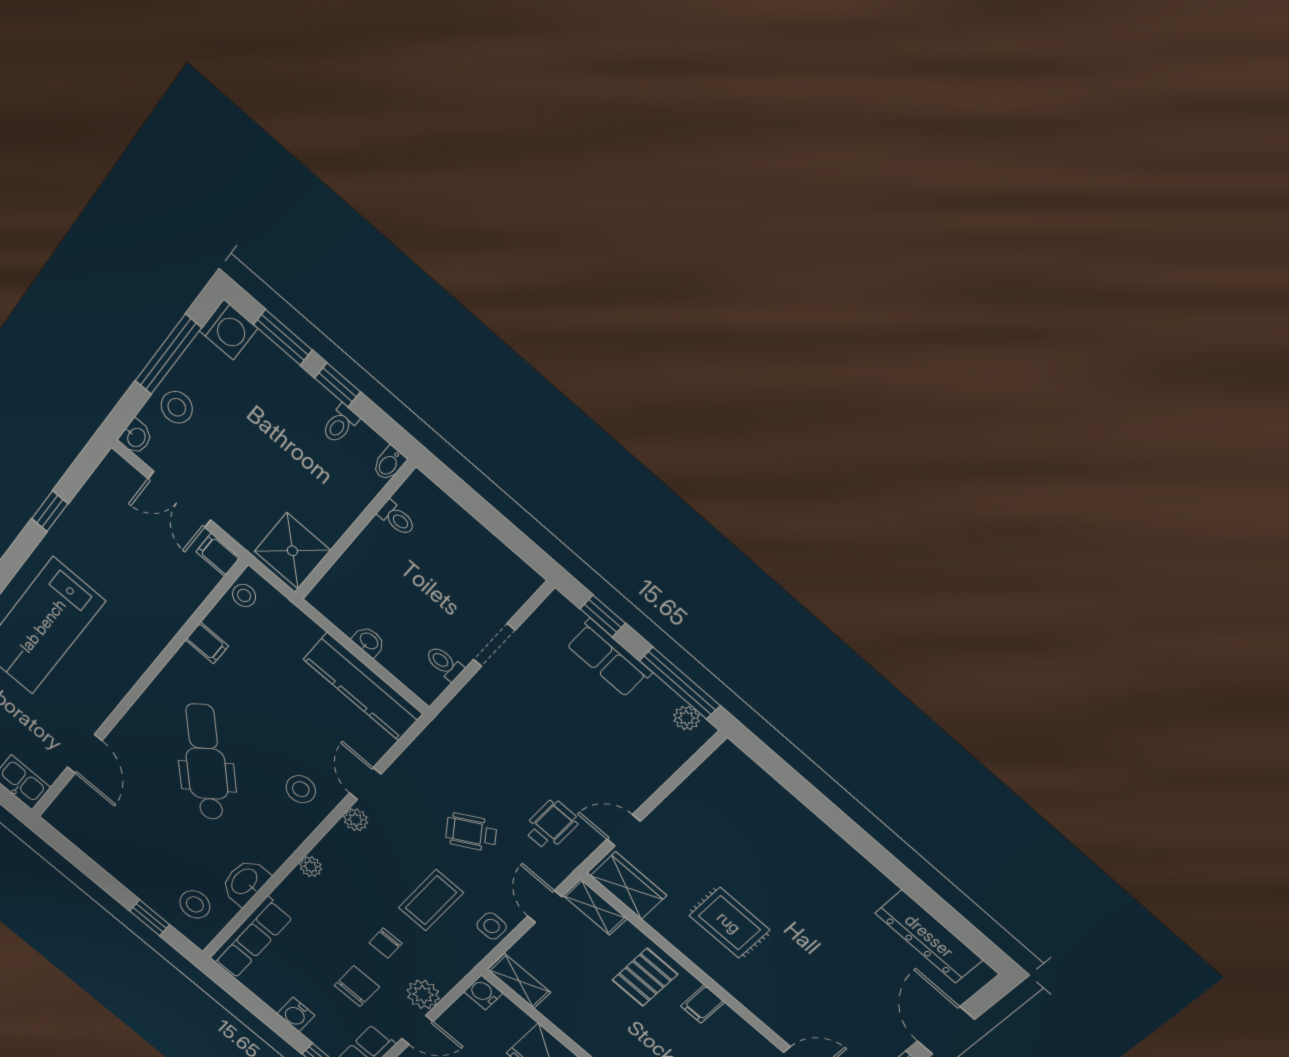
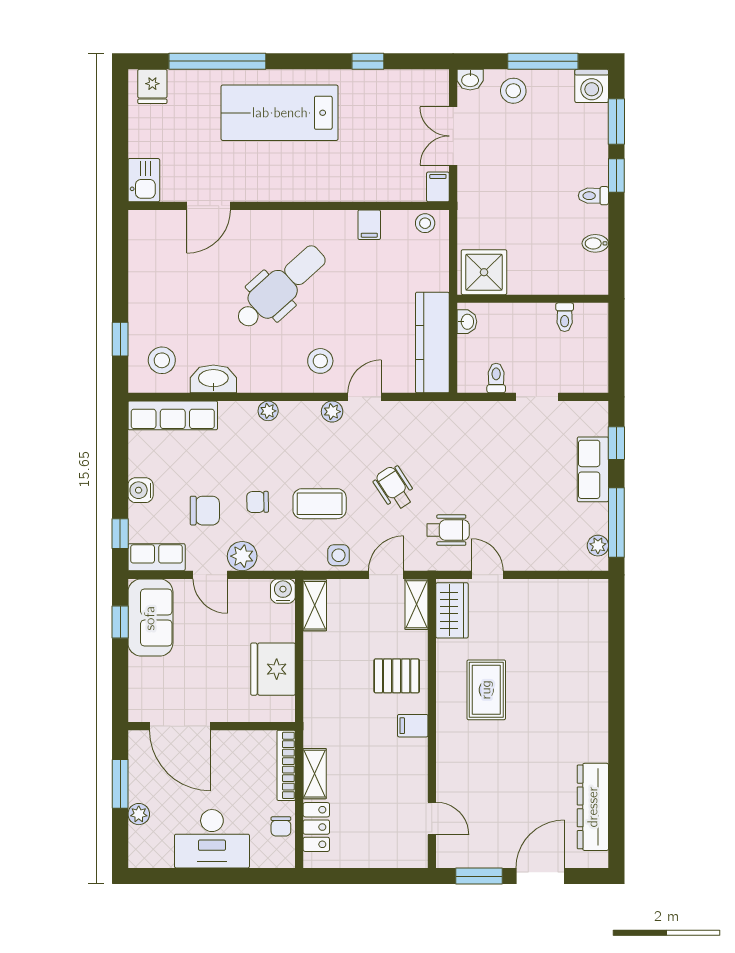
toilet: (397, 518) -> (565, 317), moved
wall: (354, 531) -> (533, 299), moved
shower: (292, 551) -> (484, 272), moved

